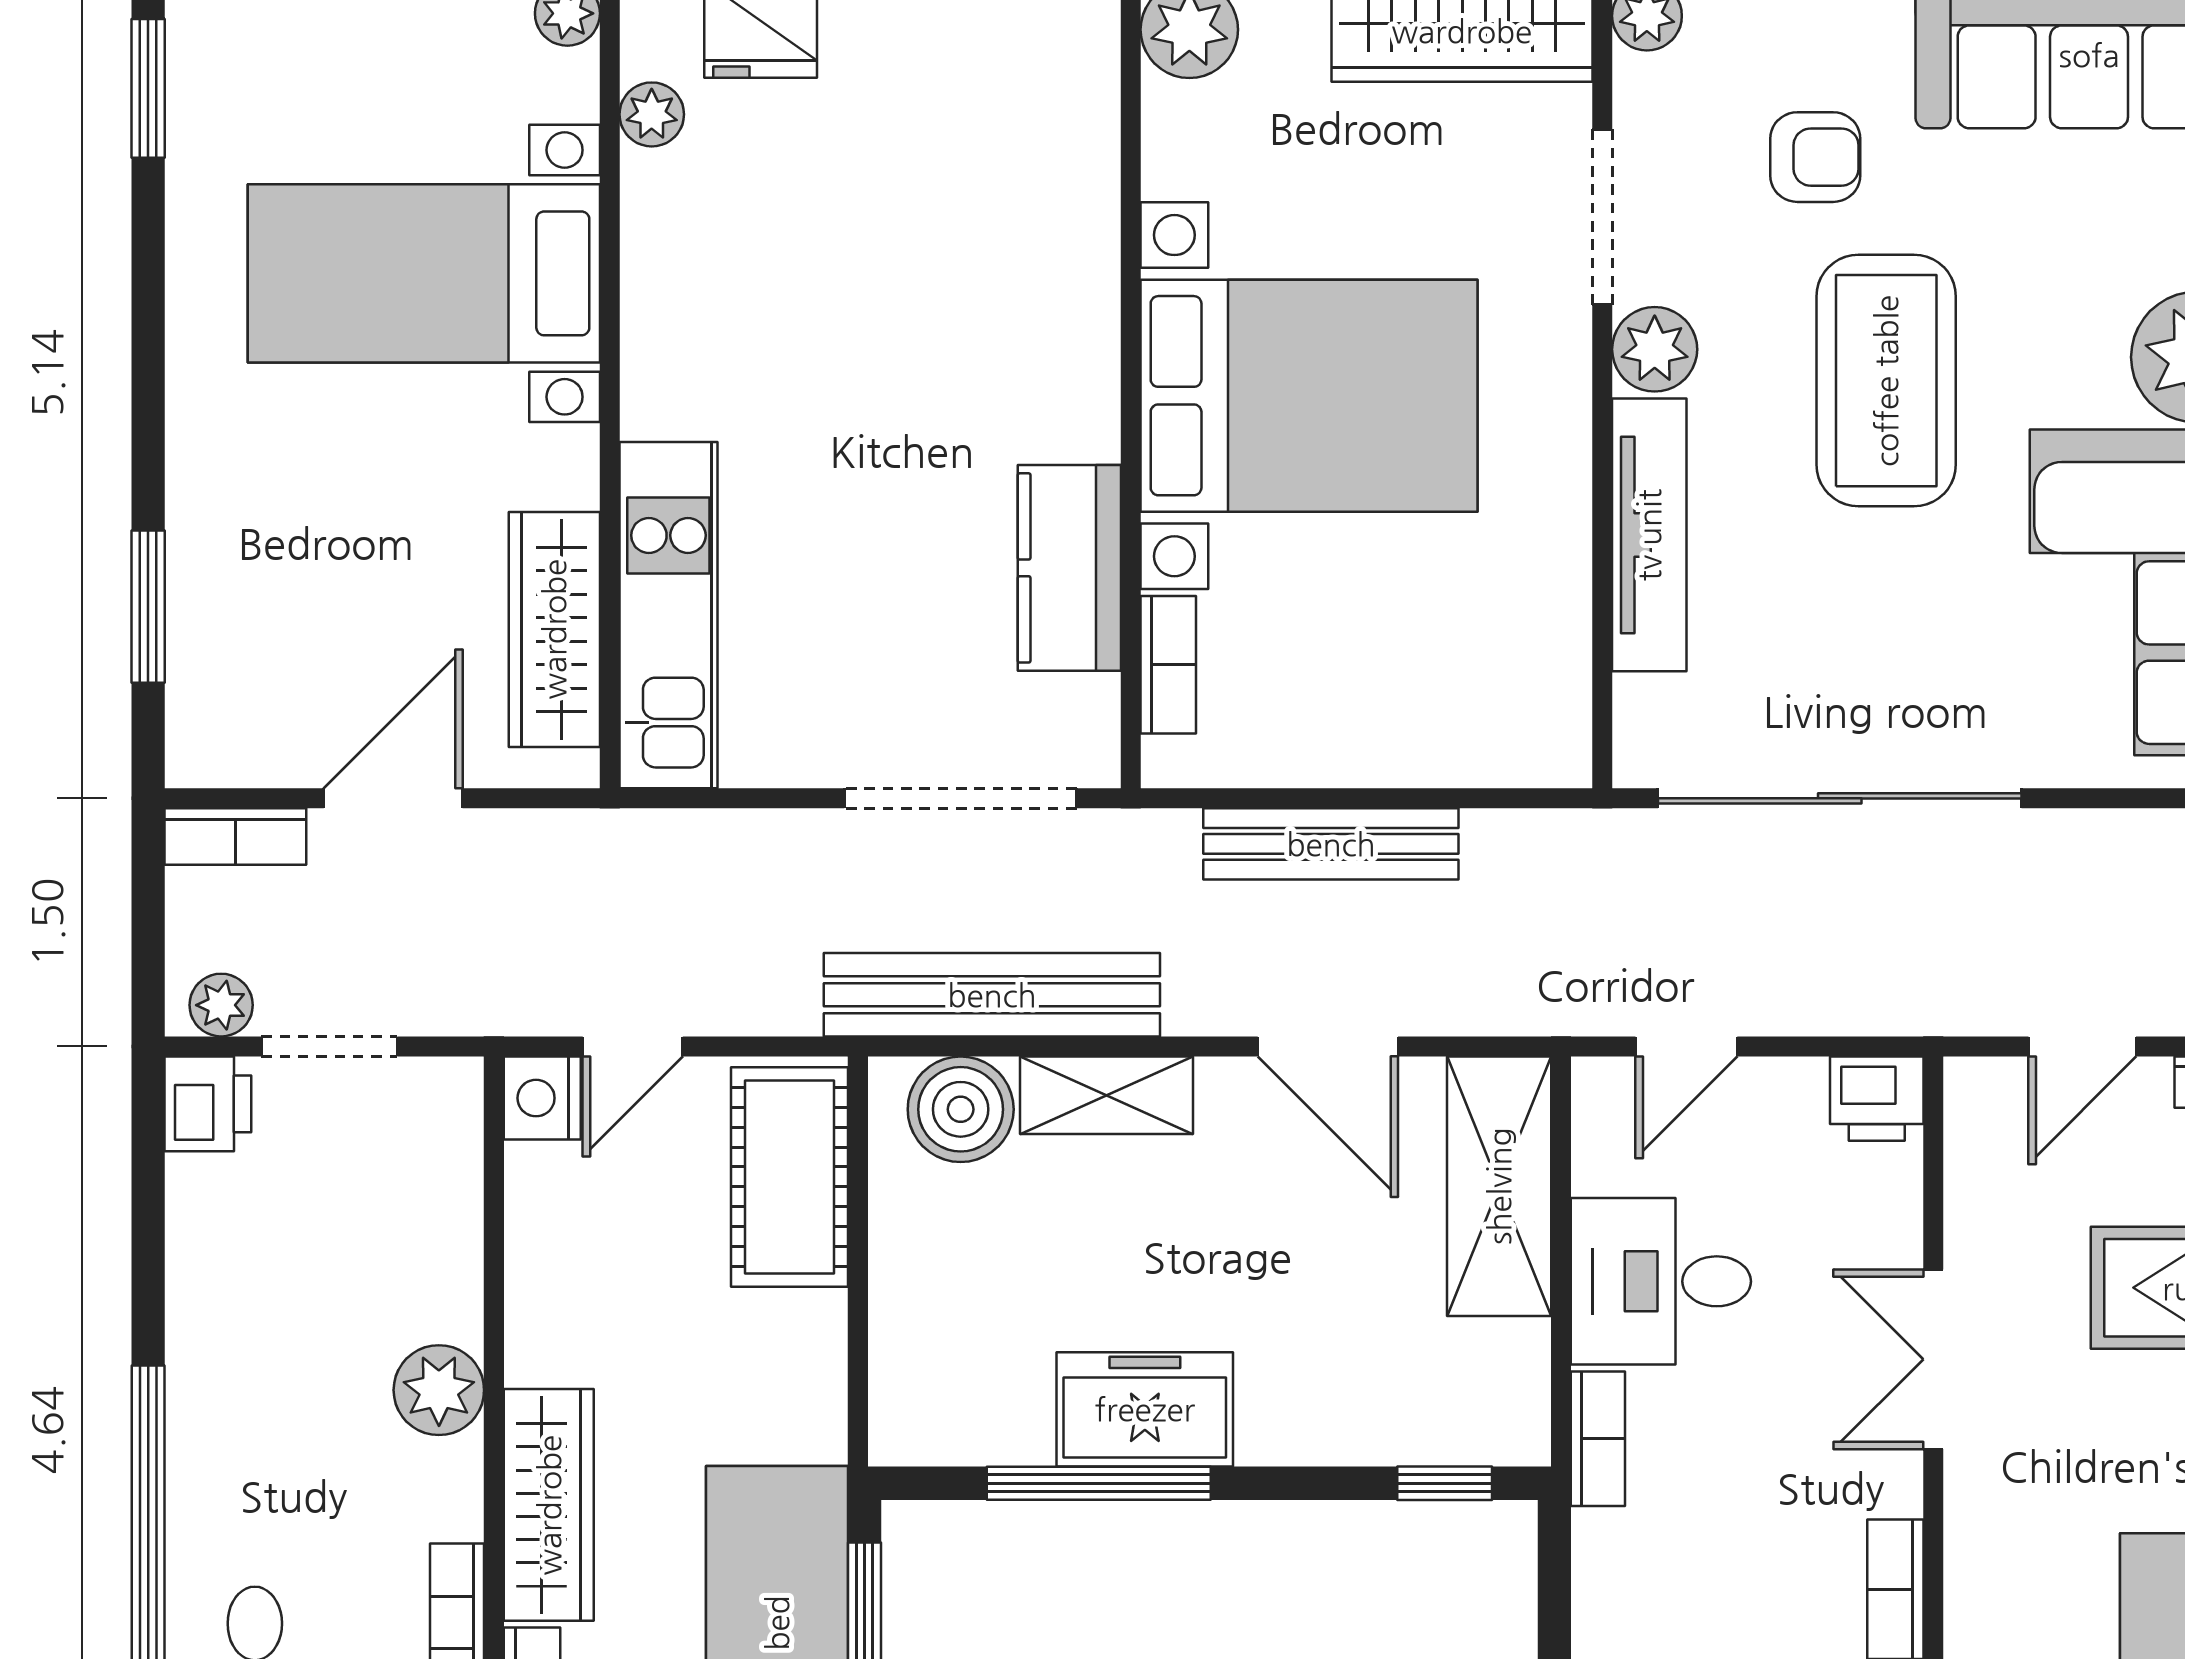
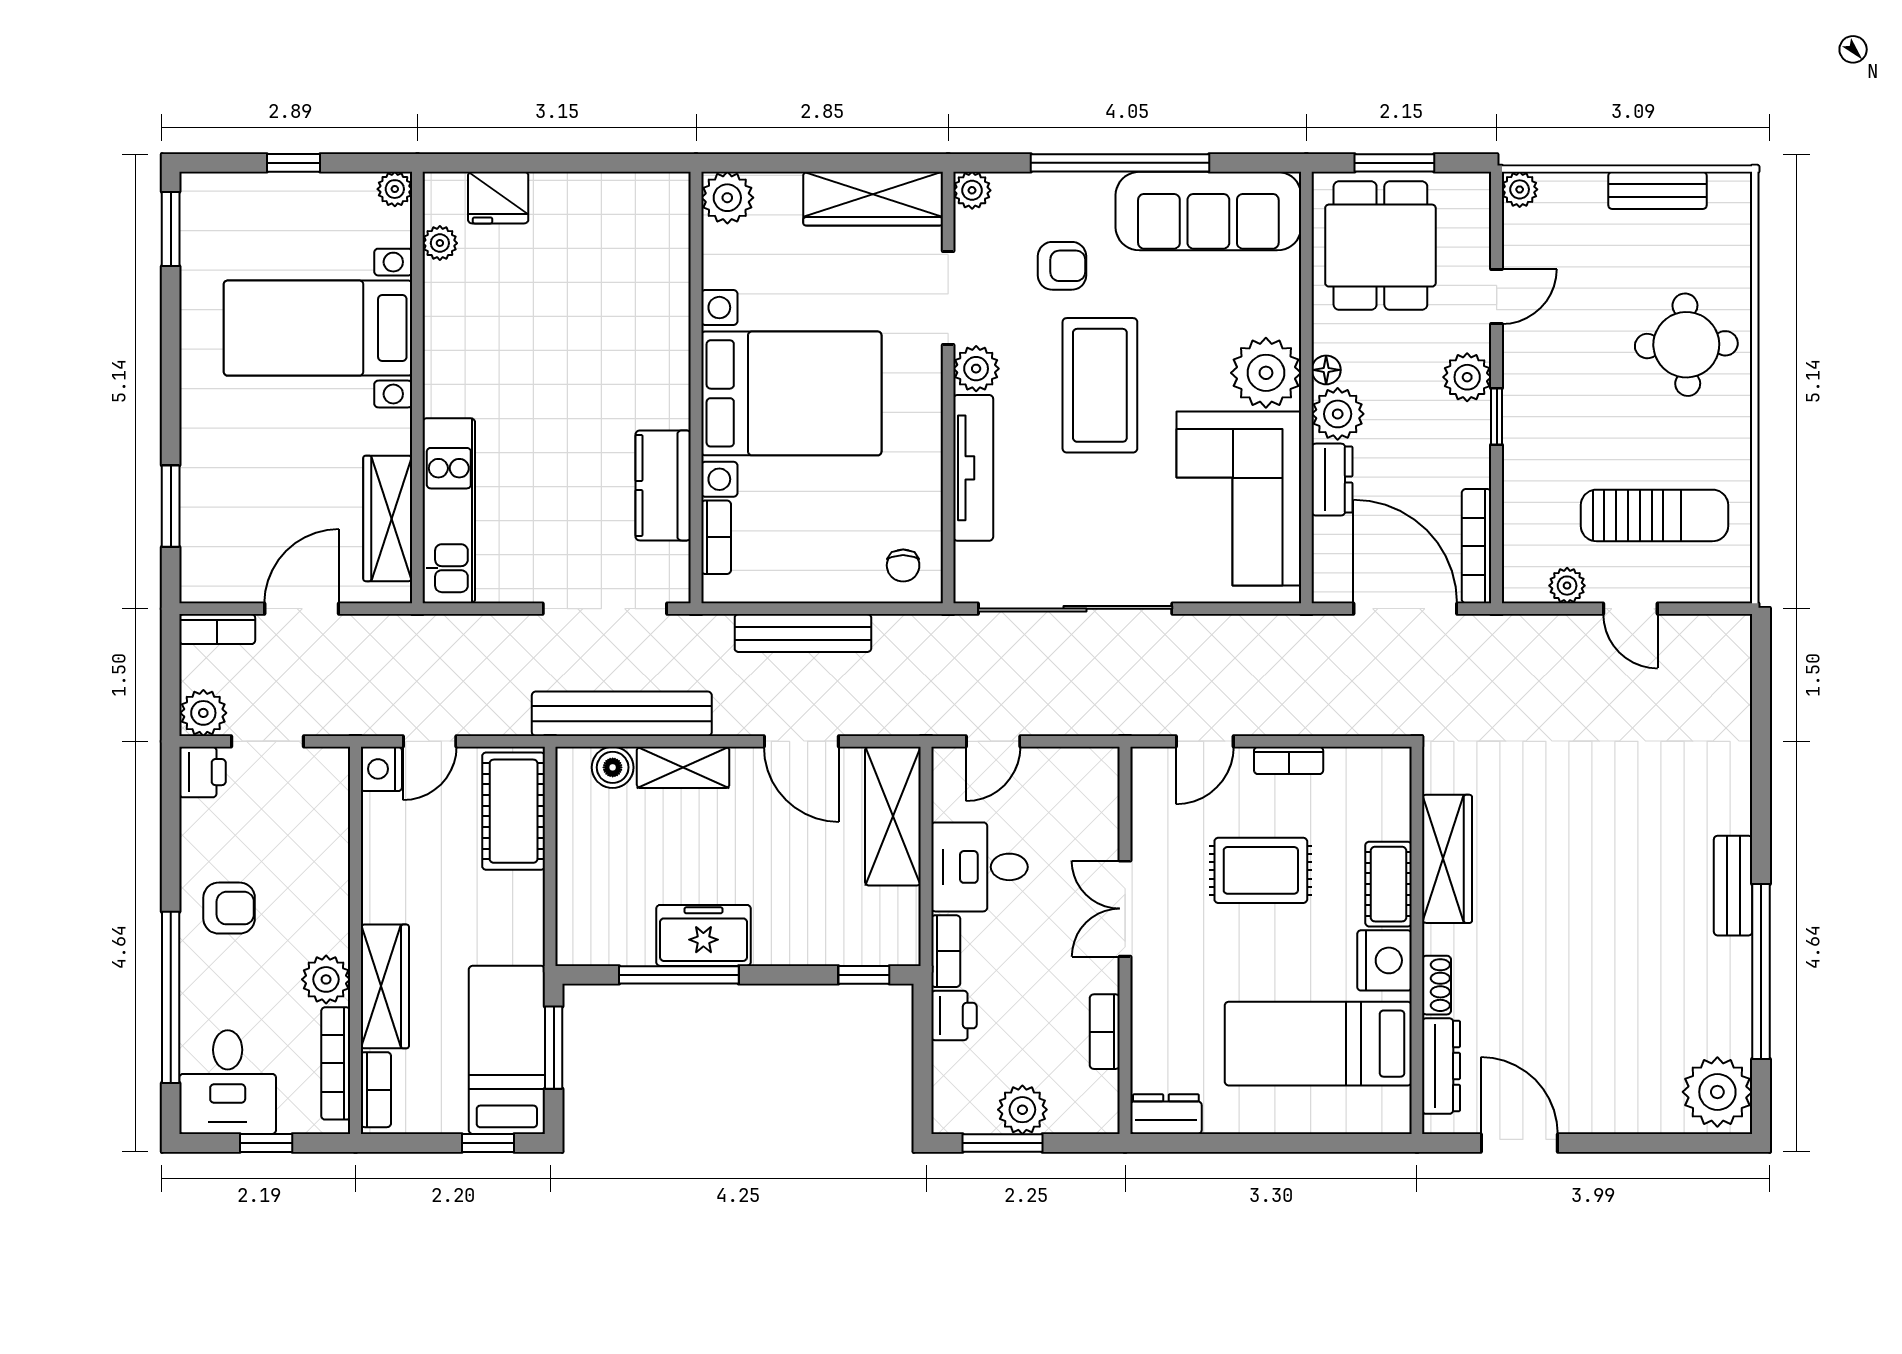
chair: (1518, 717) -> (903, 565), added
plant: (221, 1005) -> (203, 713), width x1.38, depth x1.38
printer: (1877, 1099) -> (954, 1016), moved, turned -90
boiler: (961, 1109) -> (613, 767), width x0.73, depth x0.73
armchair: (257, 1358) -> (229, 908), added
plant: (439, 1390) -> (326, 979), moved

